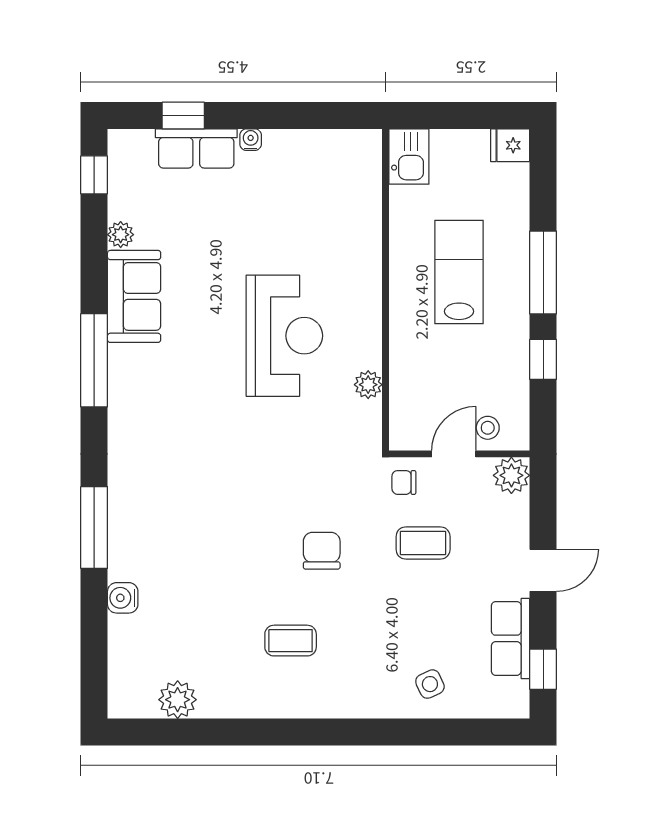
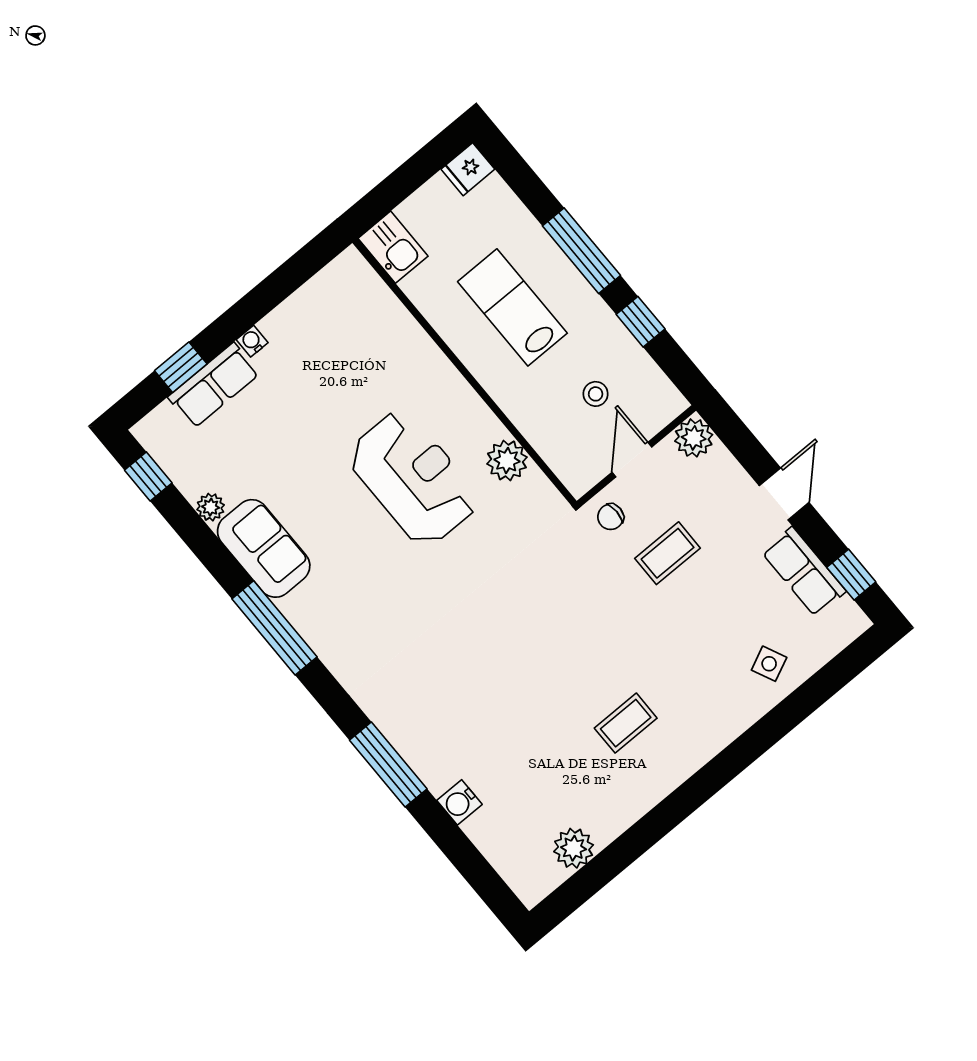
plant: (368, 385) -> (507, 460), width x1.38, depth x1.38
stool: (488, 428) -> (596, 394), moved
chair: (322, 551) -> (590, 629), removed

